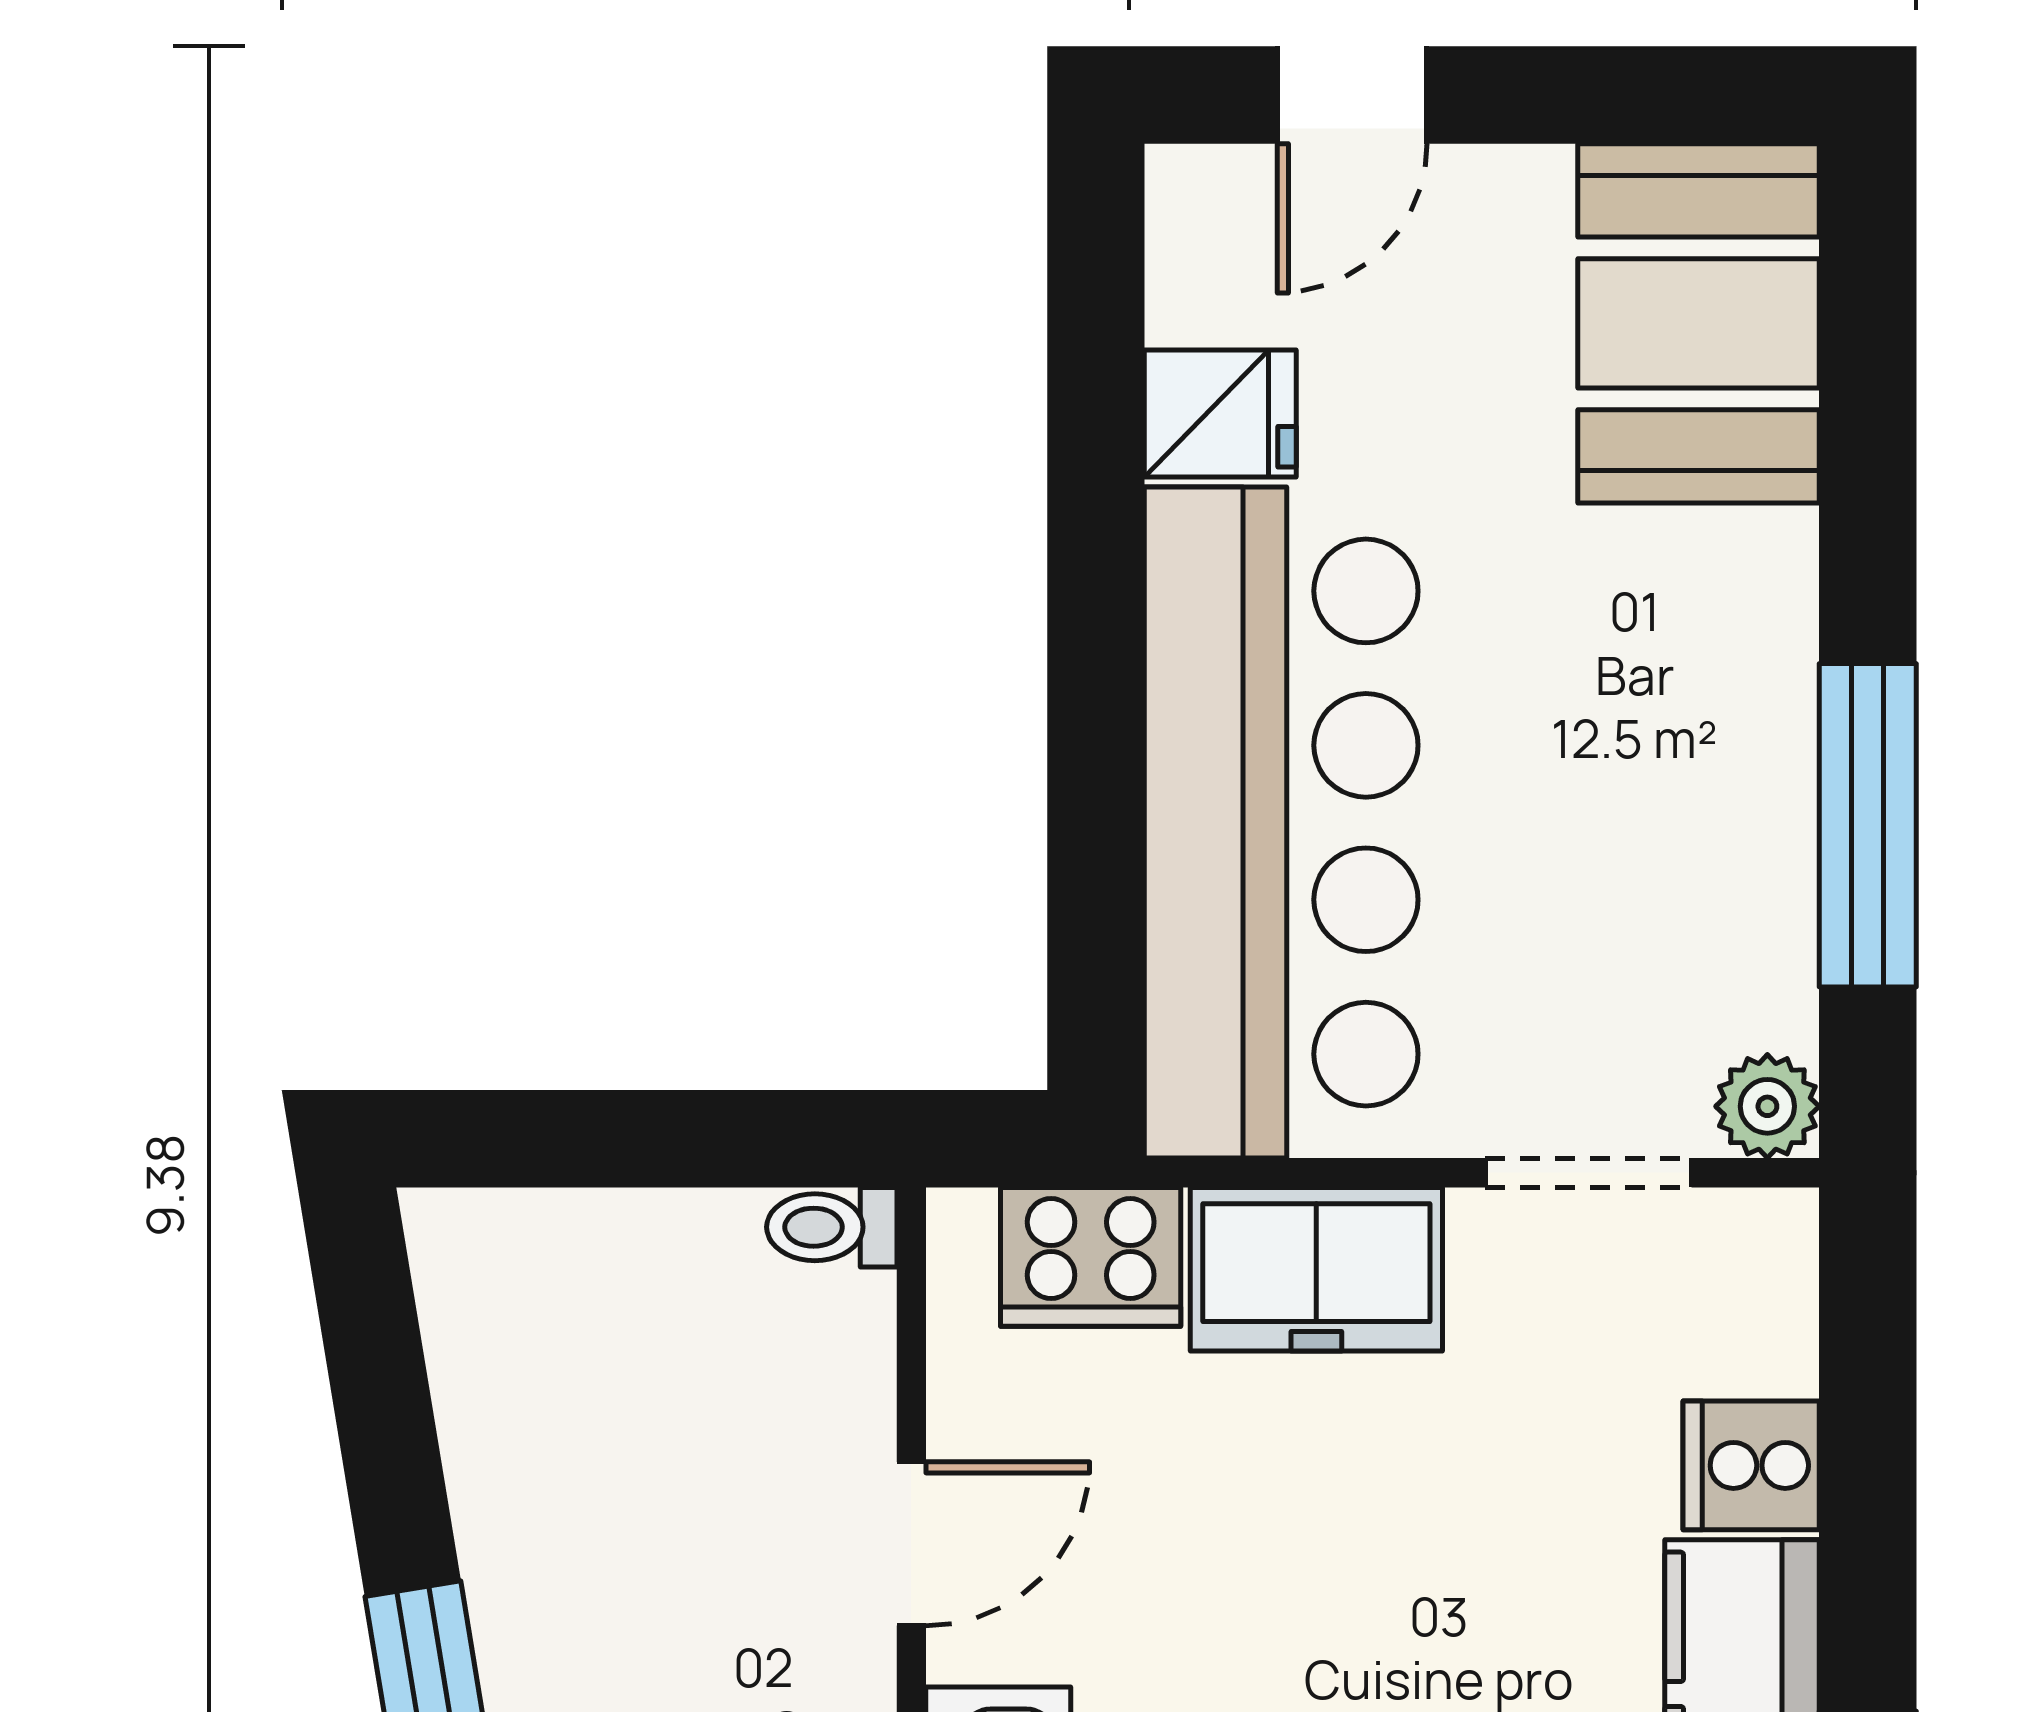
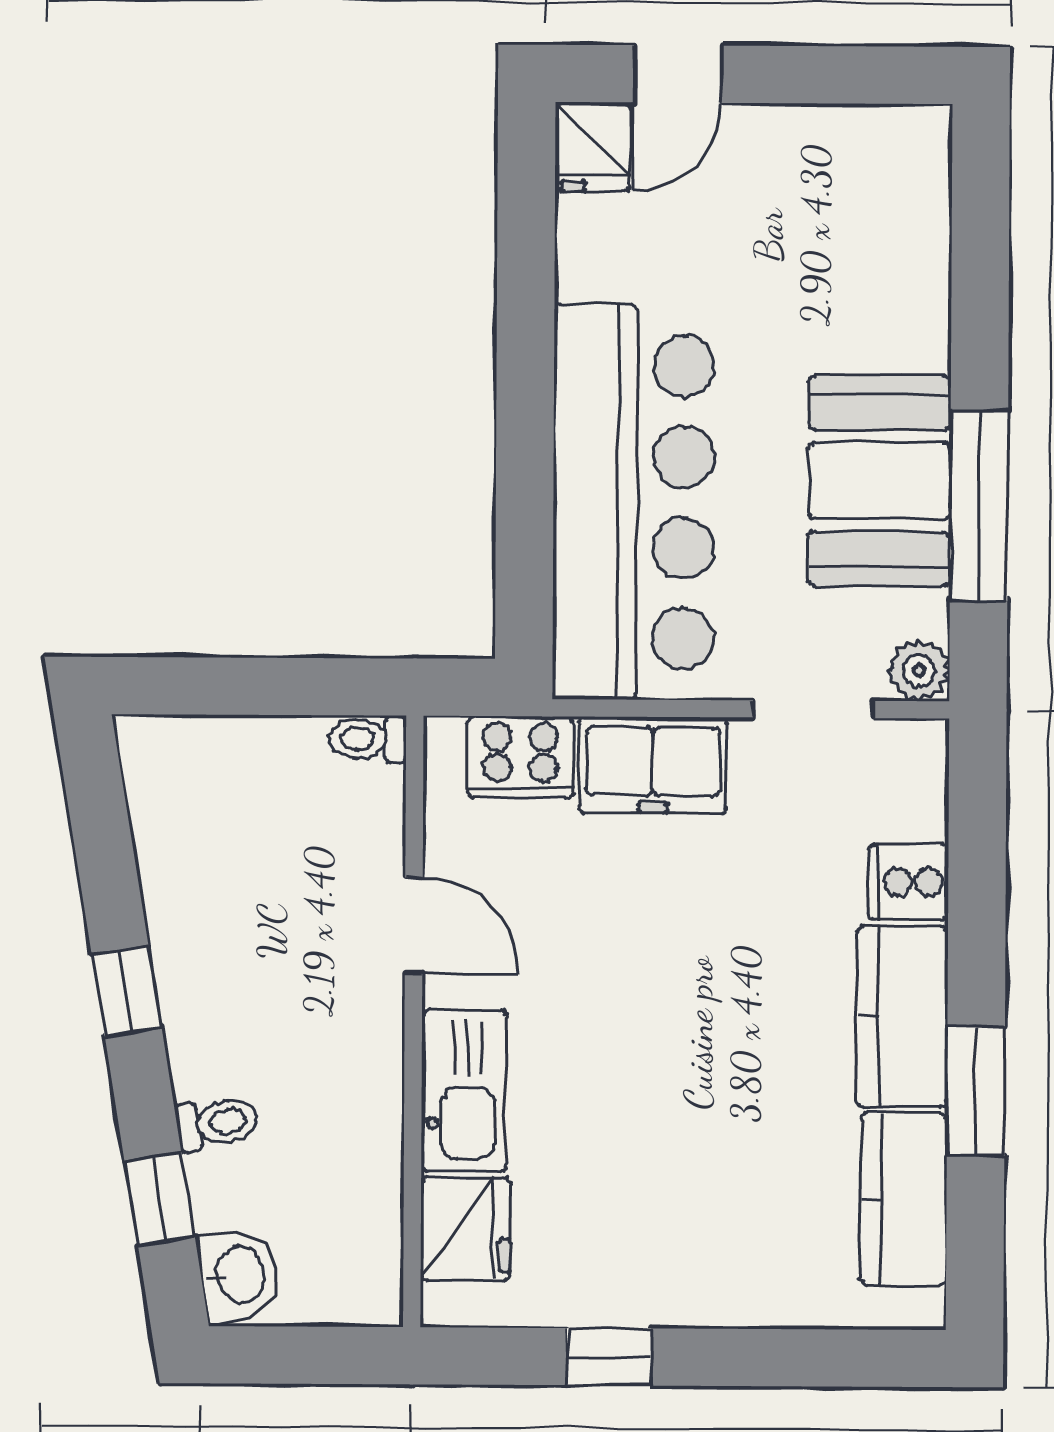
booth: (1699, 323) -> (879, 481), moved
fridge: (1220, 414) -> (592, 147), moved, turned 90
door: (911, 1544) -> (414, 925), hinge flipped

